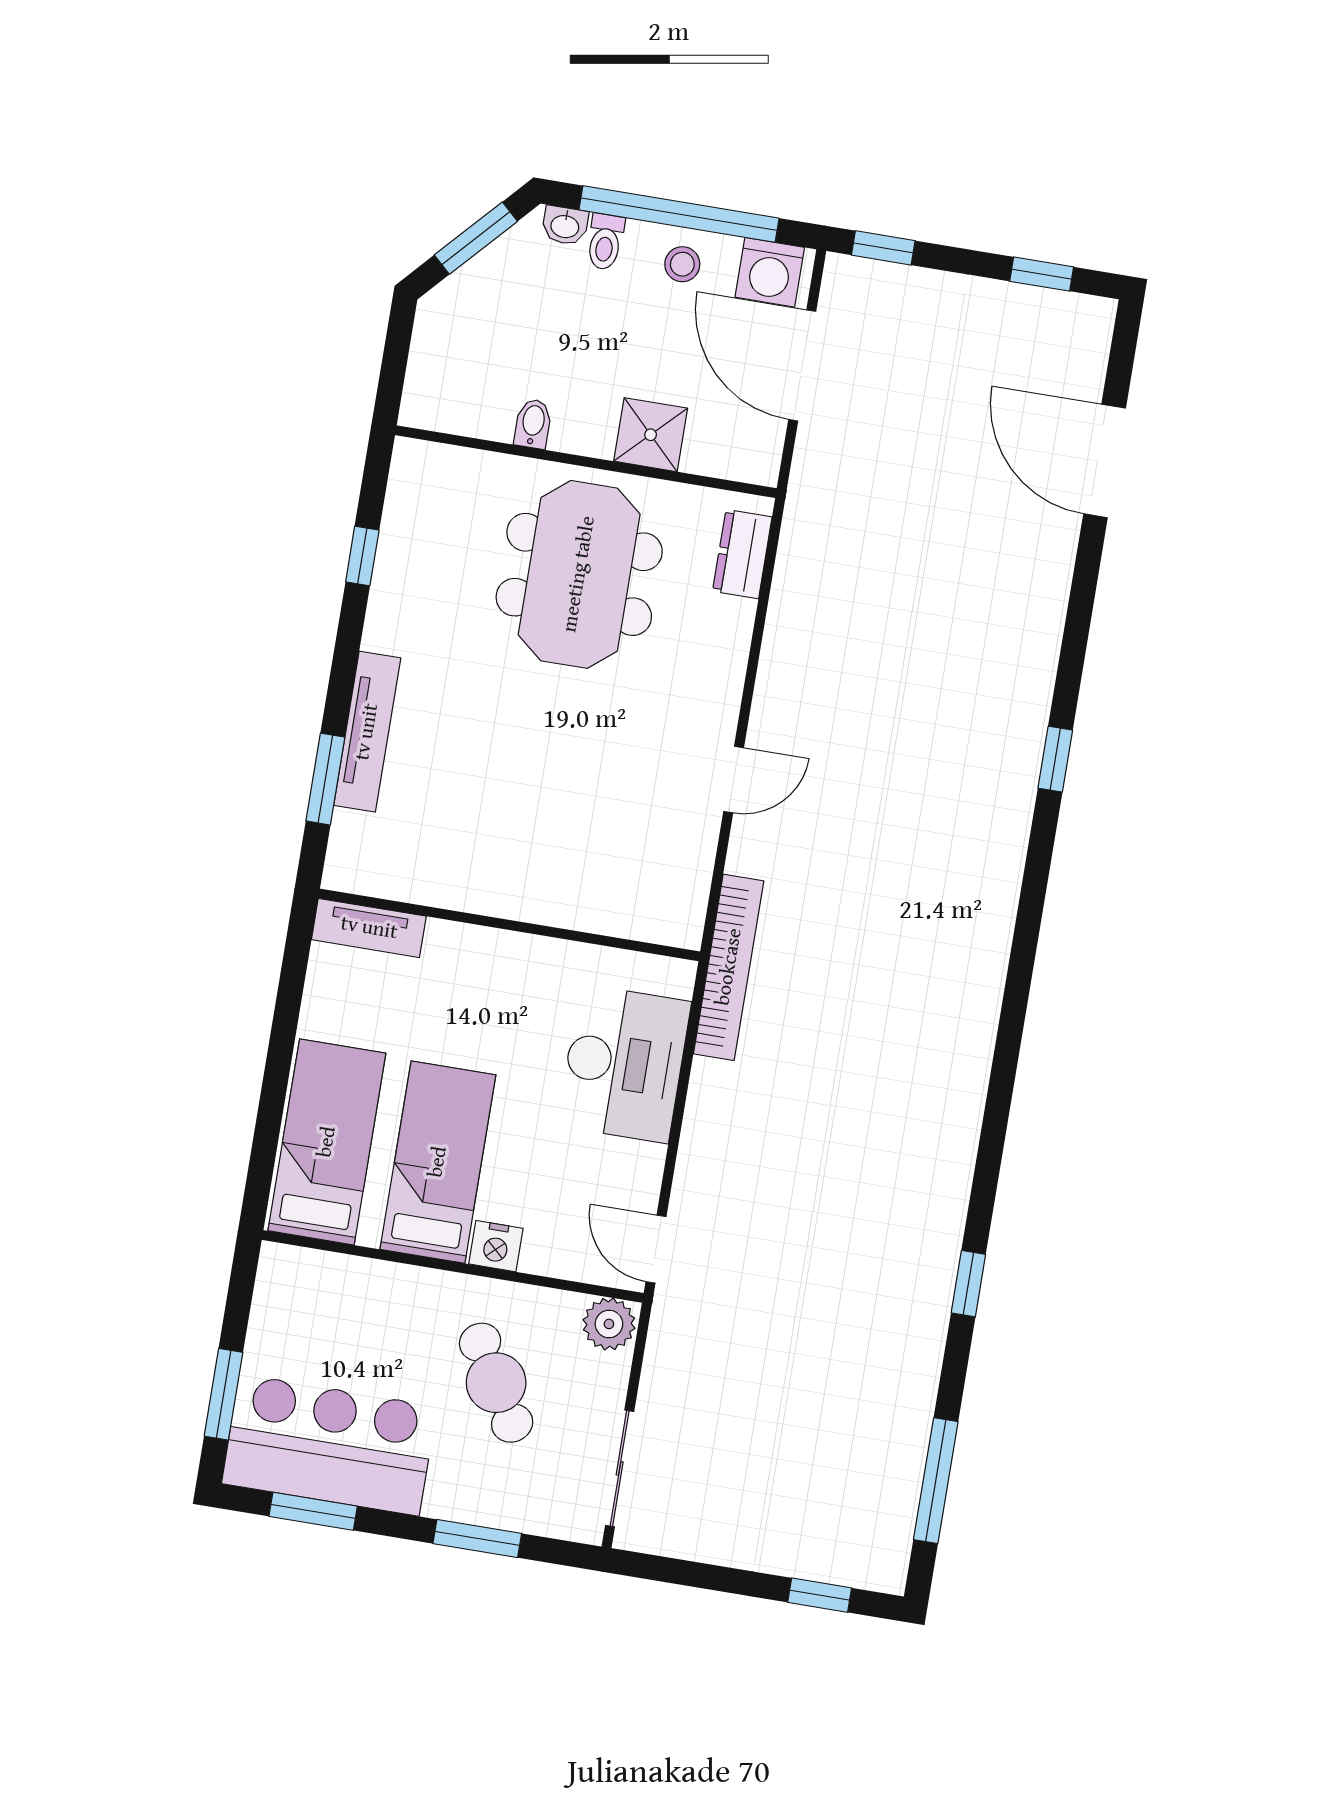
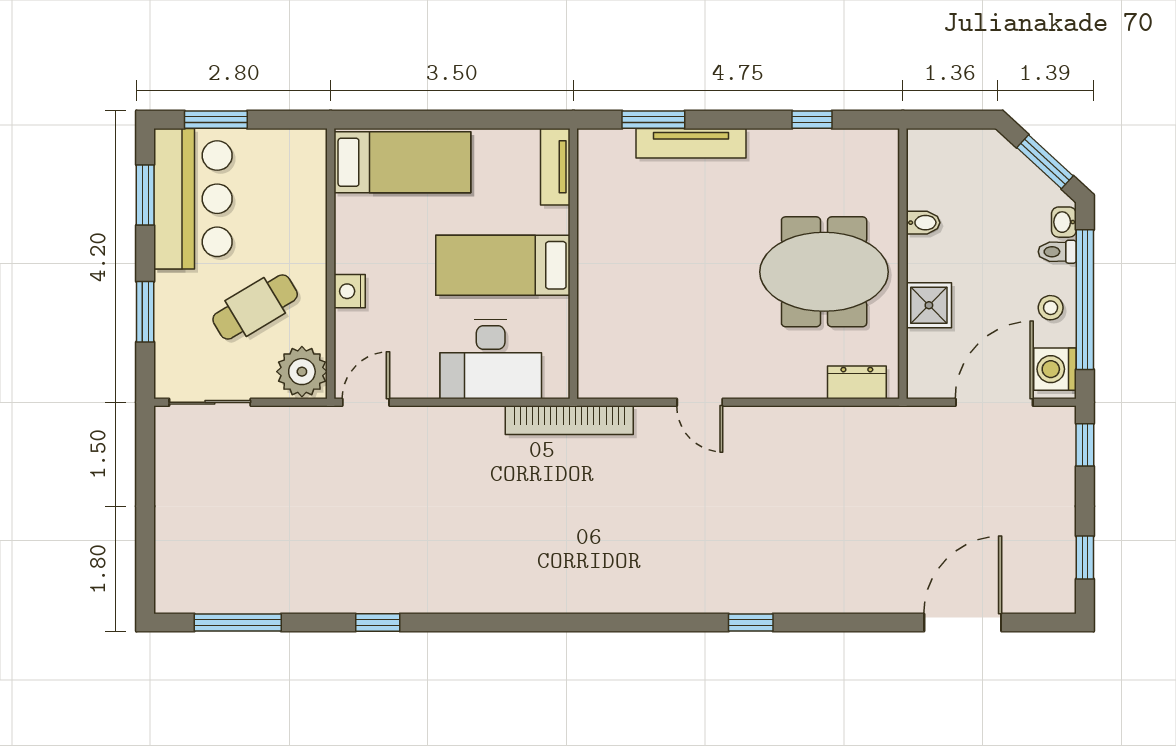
bed: (438, 1162) -> (503, 265), moved, turned 180
plant: (609, 1324) -> (302, 372), width x1.36, depth x1.36
window: (820, 1595) -> (145, 555), removed

